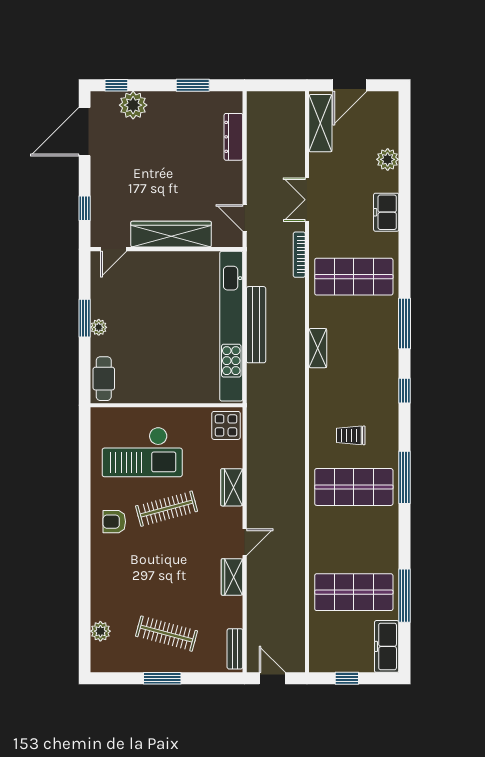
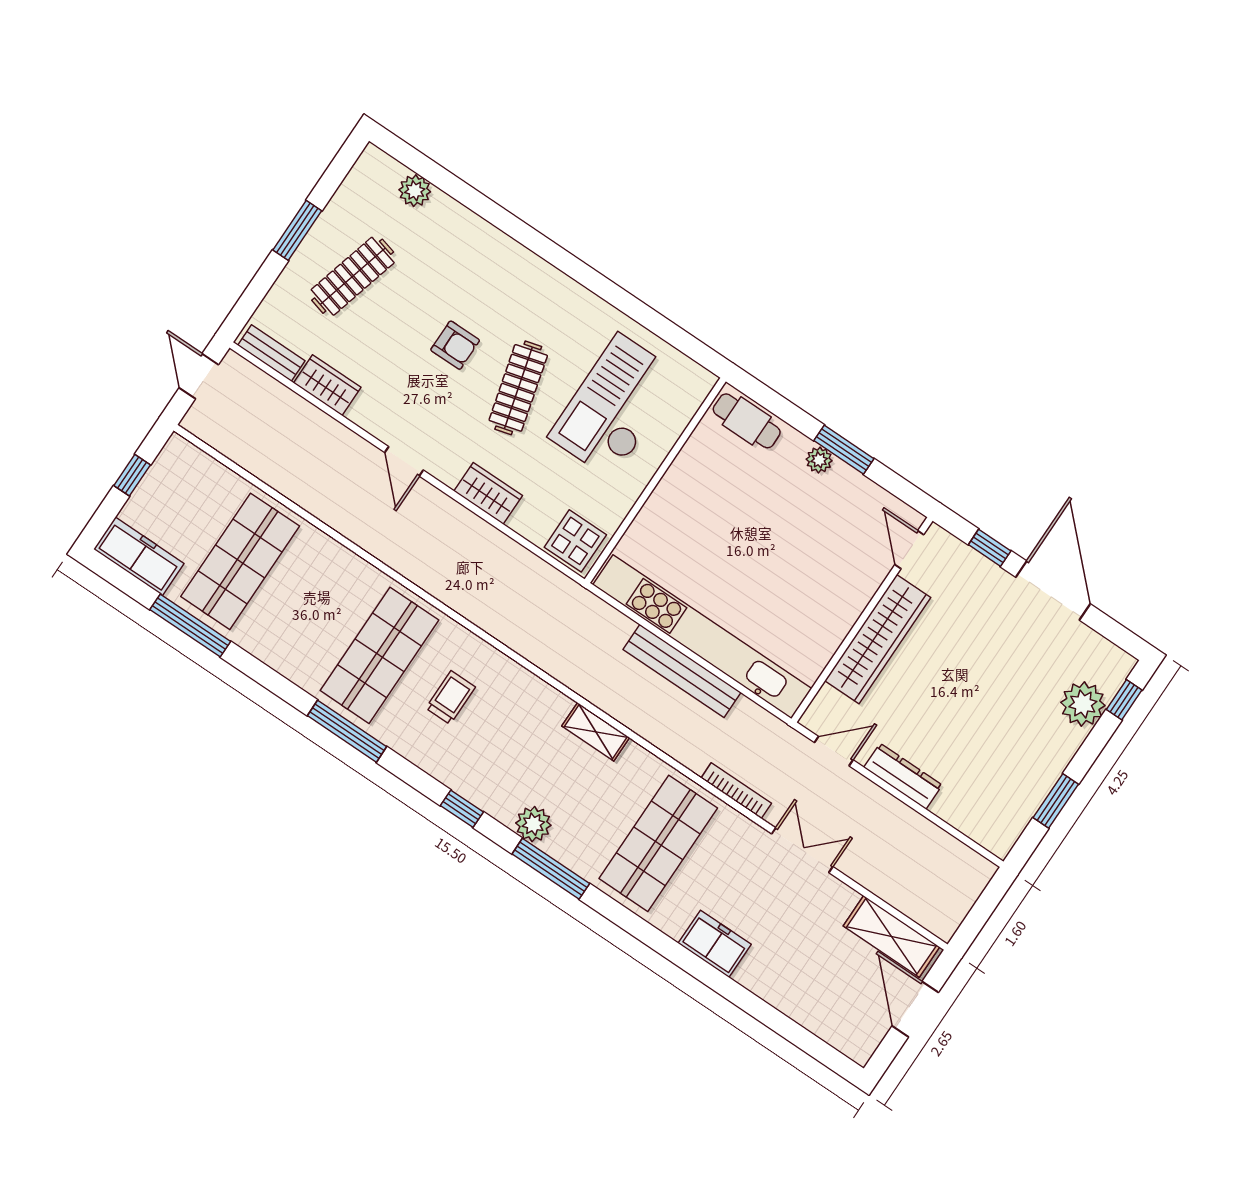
door: (85, 132) -> (1053, 591), moved
dresser: (233, 137) -> (903, 776), moved
plant: (388, 159) -> (533, 824), moved
armchair: (114, 522) -> (455, 345), moved, turned 90
wardrobe: (232, 577) -> (327, 385), moved
door: (272, 678) -> (199, 376), swing flipped

